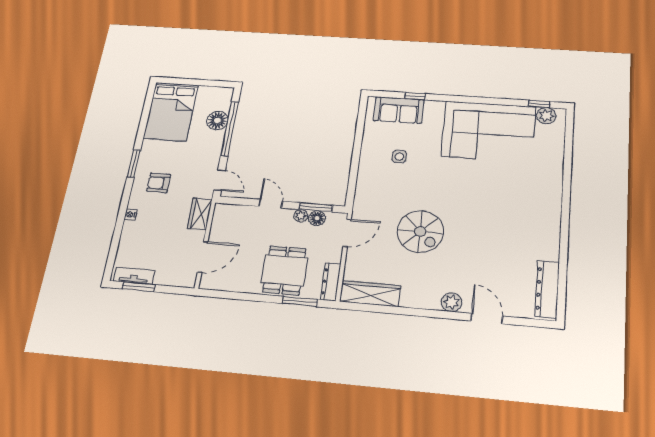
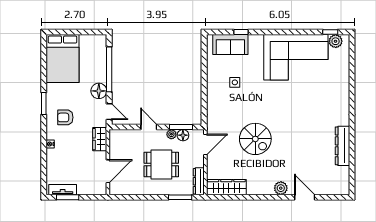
floor lamp: (217, 120) -> (99, 91), moved
dining table: (284, 270) -> (161, 165), moved, turned 90
dresser: (547, 289) -> (342, 146), moved

